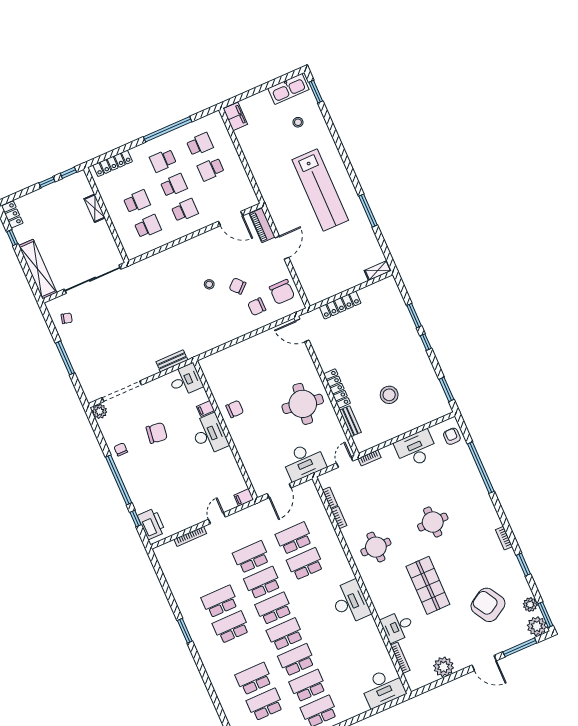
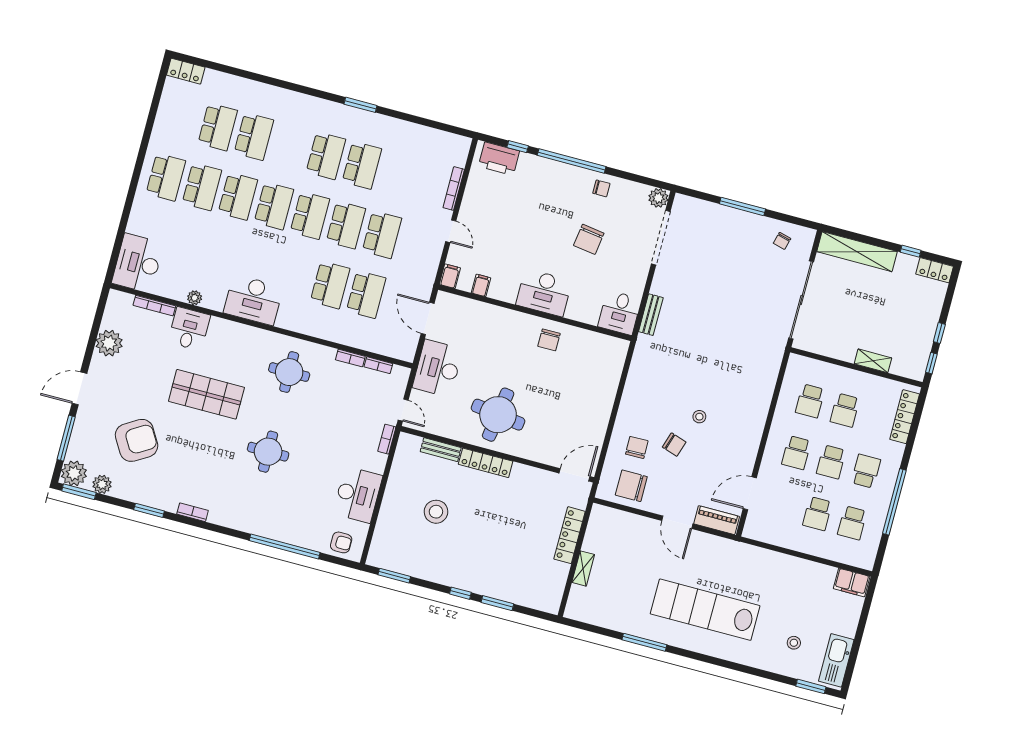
school desk: (211, 169) -> (817, 514), turned 180
shelving: (378, 271) -> (583, 568), moved
chair: (238, 286) -> (674, 445), turned 61
filing cabinet: (205, 408) -> (481, 285), moved
plant: (377, 638) -> (195, 298), added

